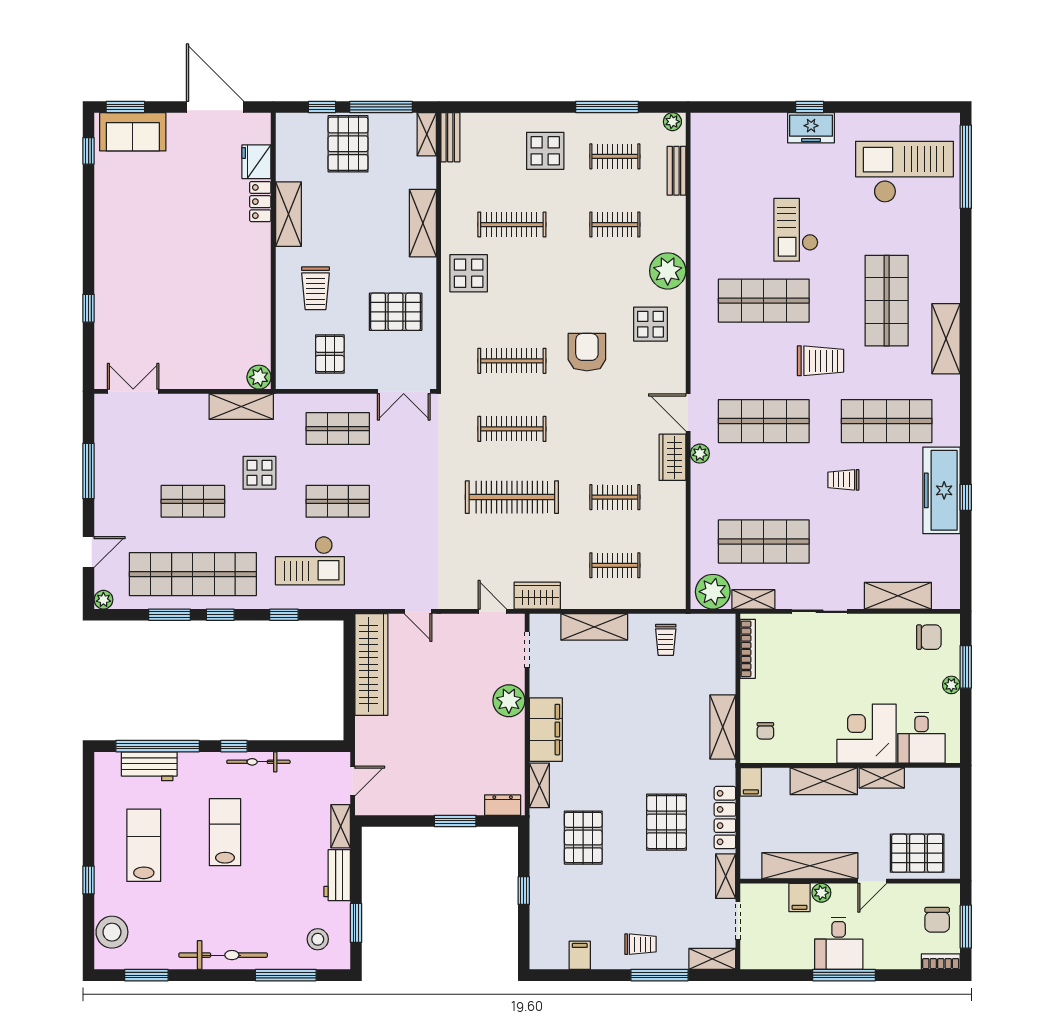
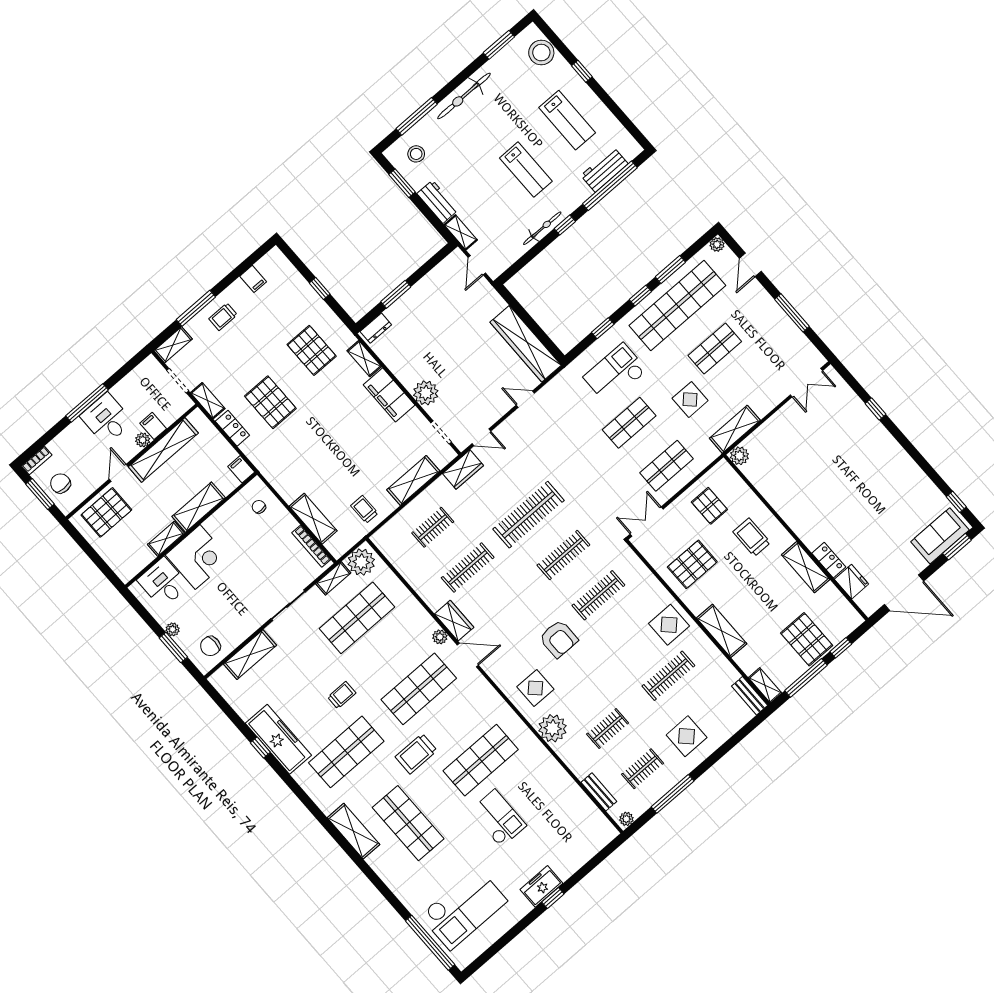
clothes rail: (615, 497) -> (468, 568), width x1.36
shelving: (723, 727) -> (313, 519), moved
locker: (725, 818) -> (232, 428), width x0.66

